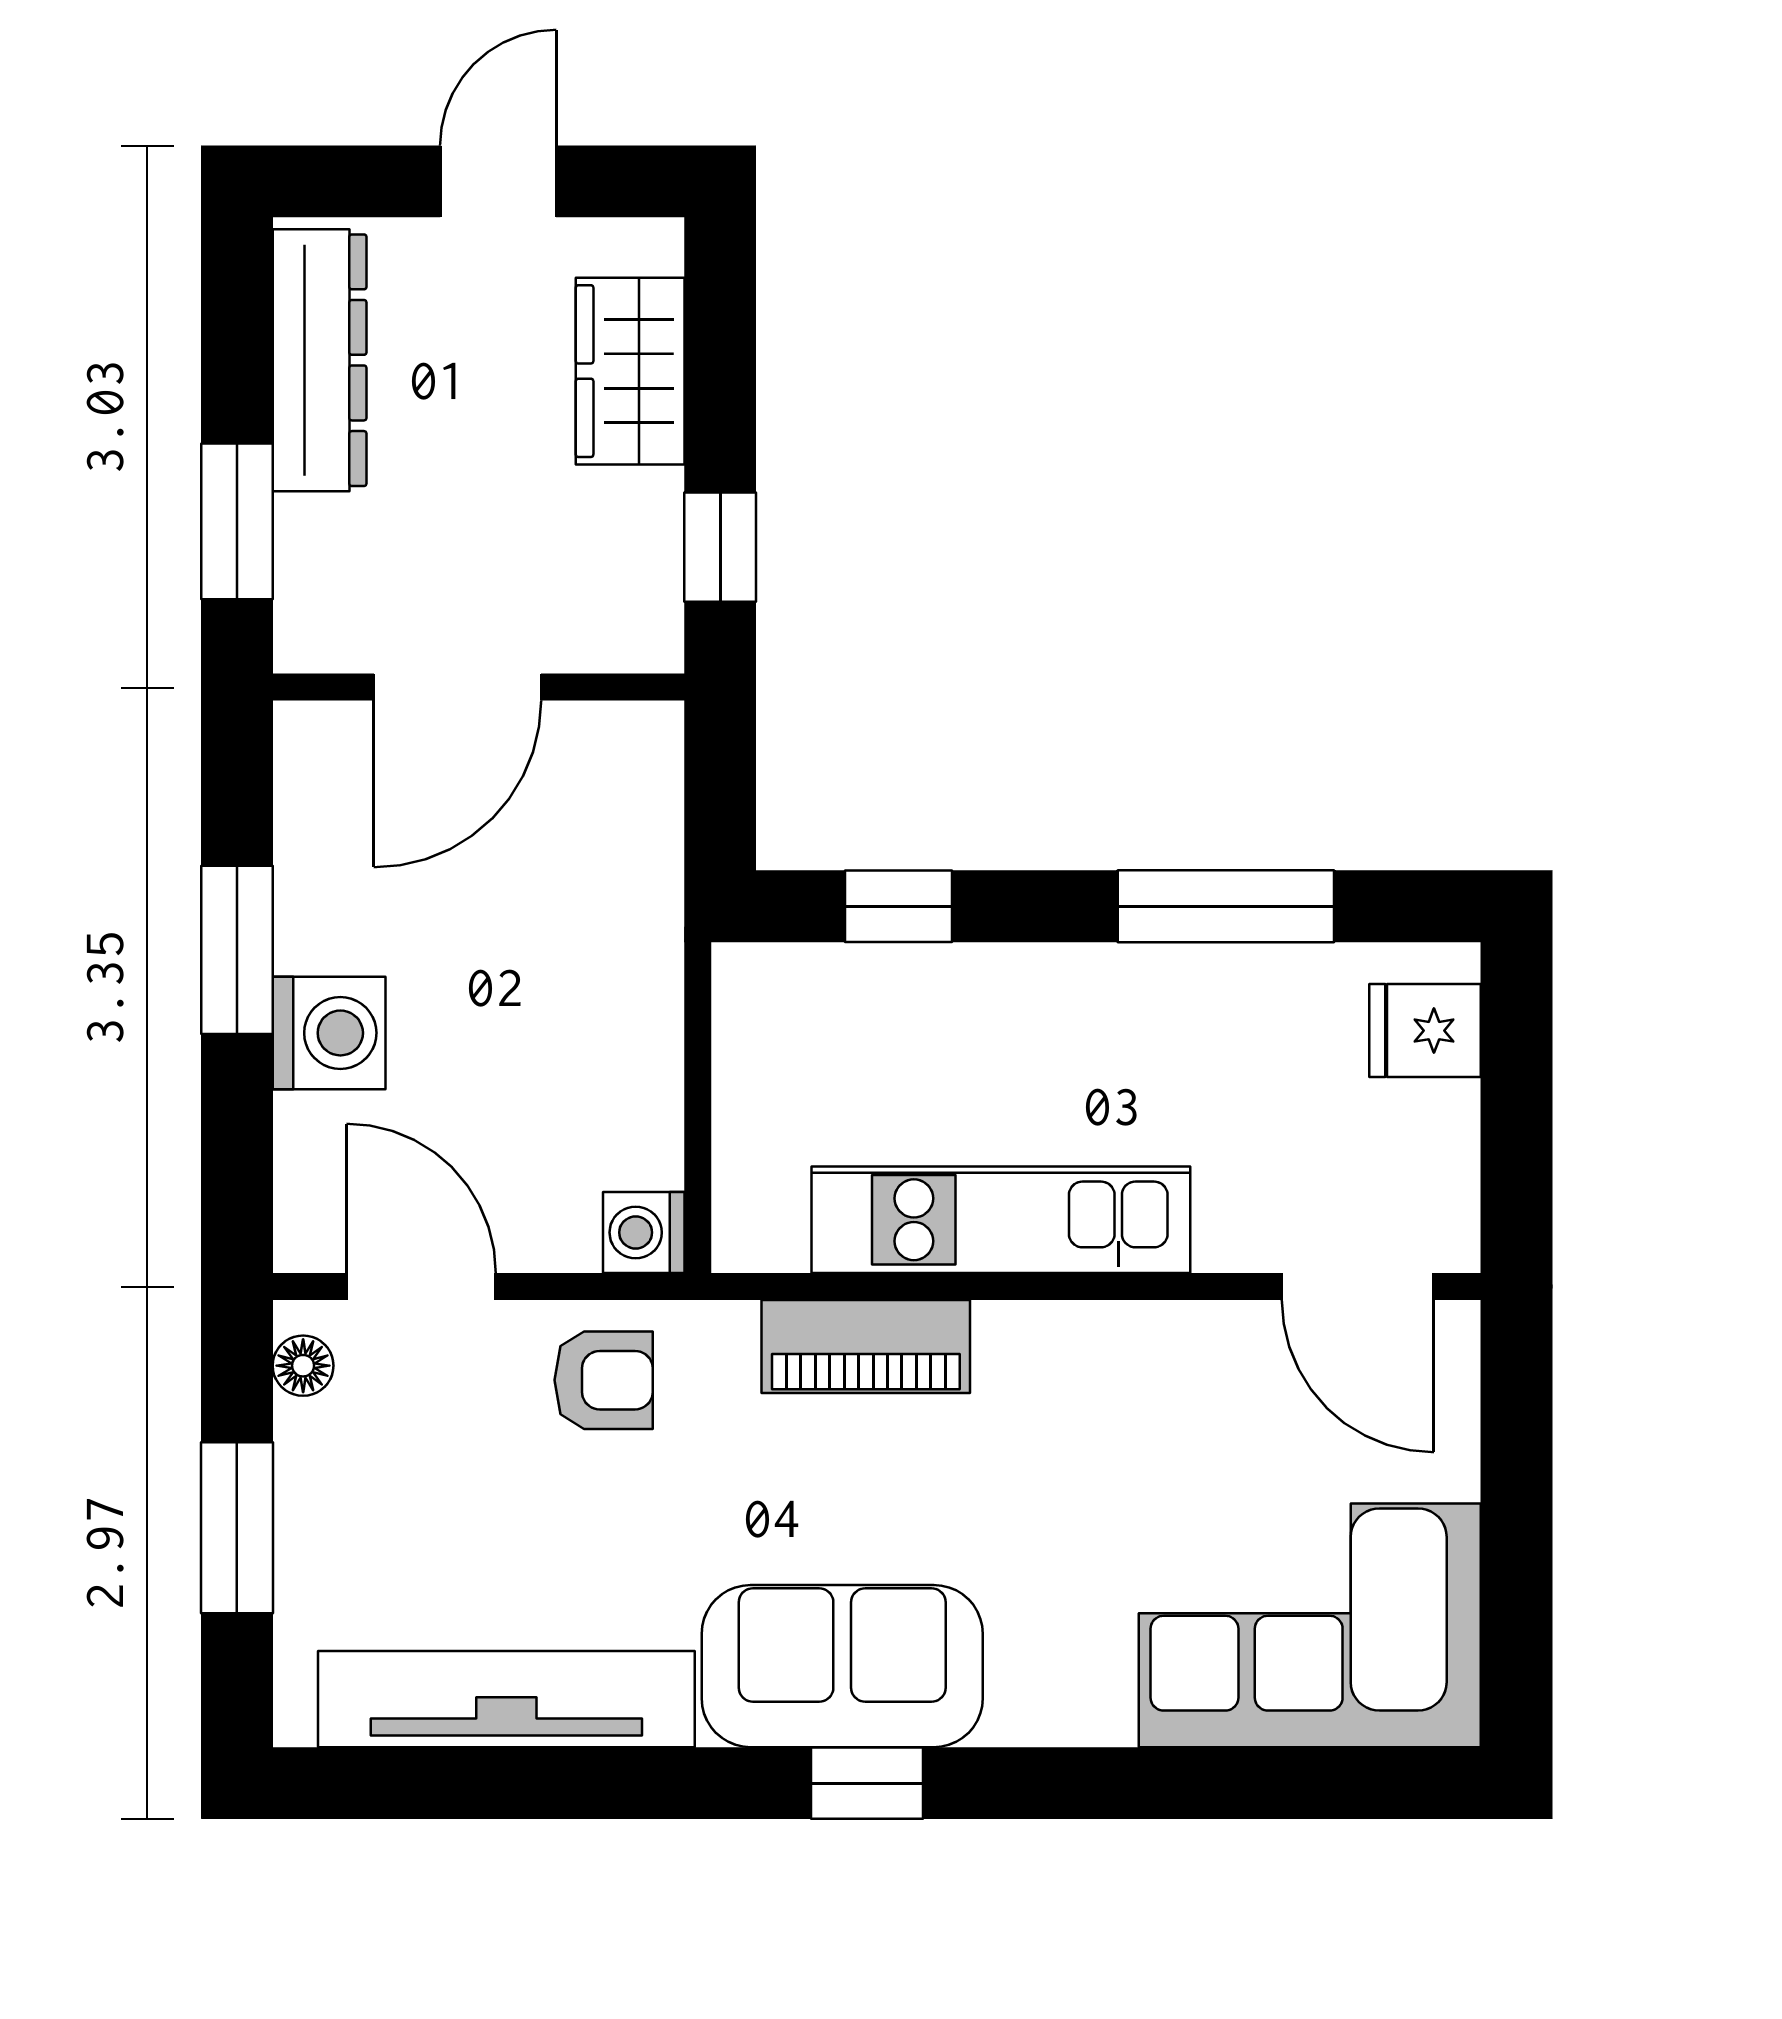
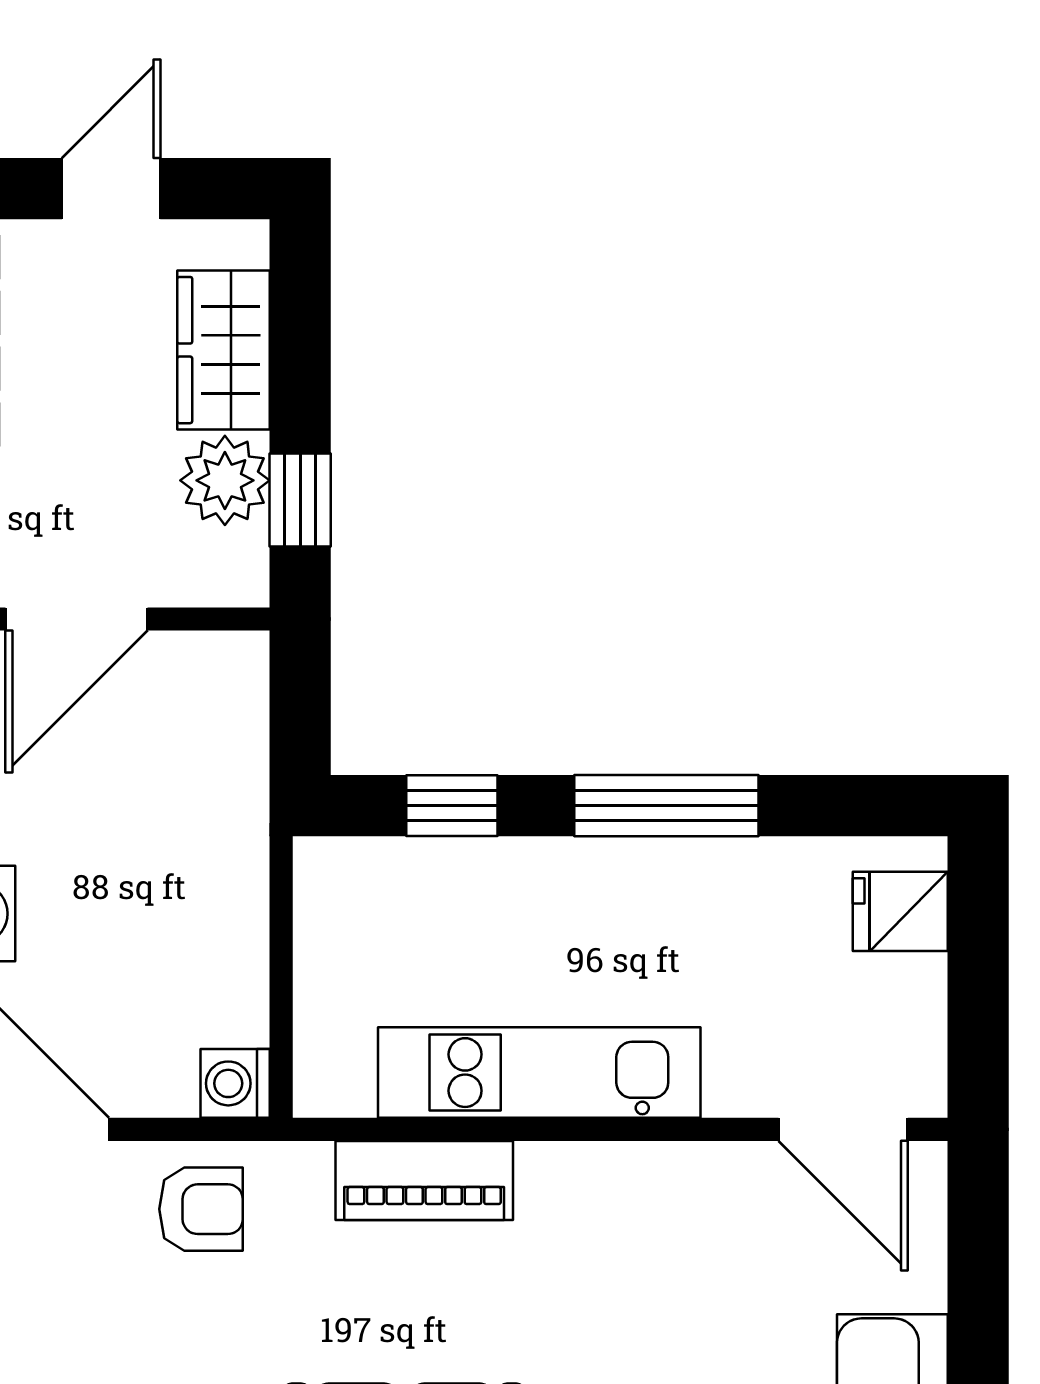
plant: (632, 524) -> (225, 480), added
window: (1226, 906) -> (666, 806), moved

